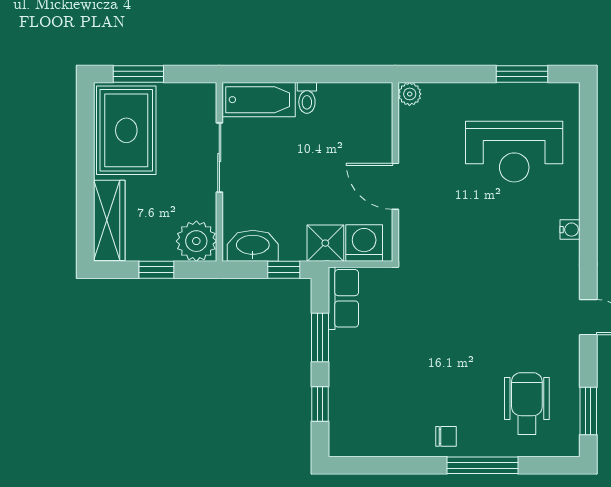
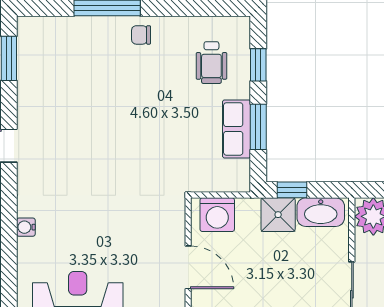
shower: (325, 243) -> (278, 215), moved
row of seats: (343, 298) -> (237, 129), moved
wheelchair: (527, 403) -> (211, 63), moved, width x0.73, depth x0.73

